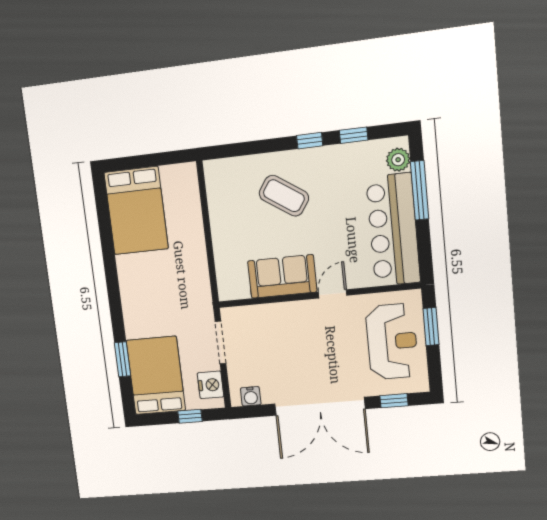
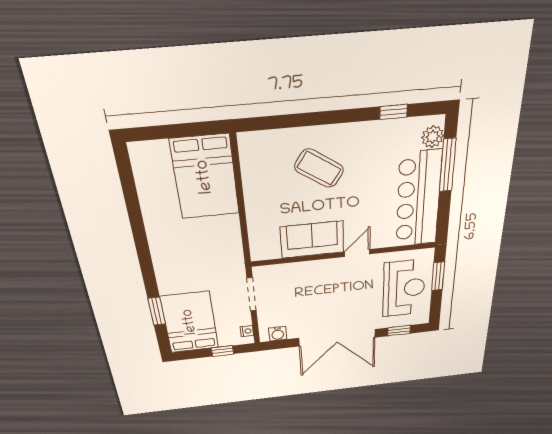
window: (310, 141) -> (349, 116), removed
bed: (136, 211) -> (205, 177), moved
nightstand: (211, 385) -> (247, 331), width x0.53, depth x0.56

